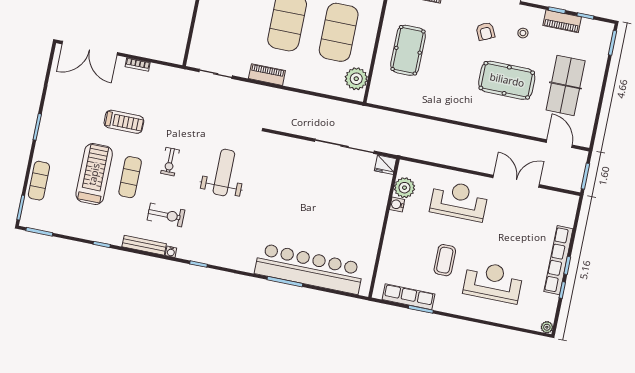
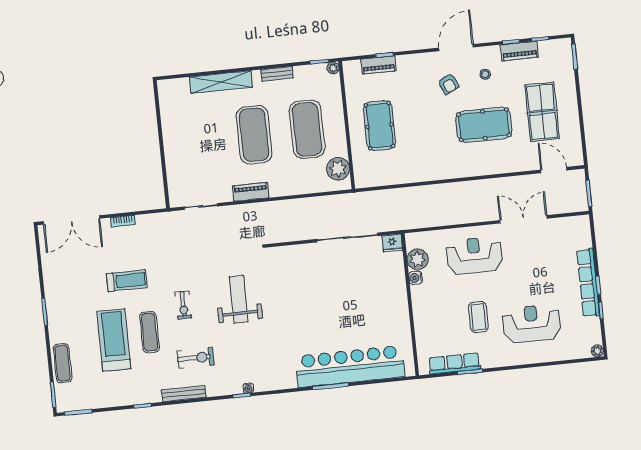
water cooler: (171, 252) -> (248, 388), moved

